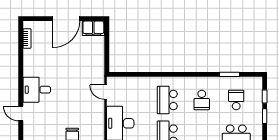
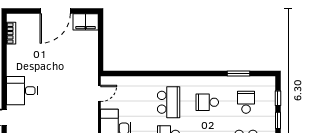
door: (106, 92) -> (99, 93), swing flipped
school desk: (167, 100) -> (169, 102), turned 180
school desk: (202, 100) -> (207, 102), turned 90

